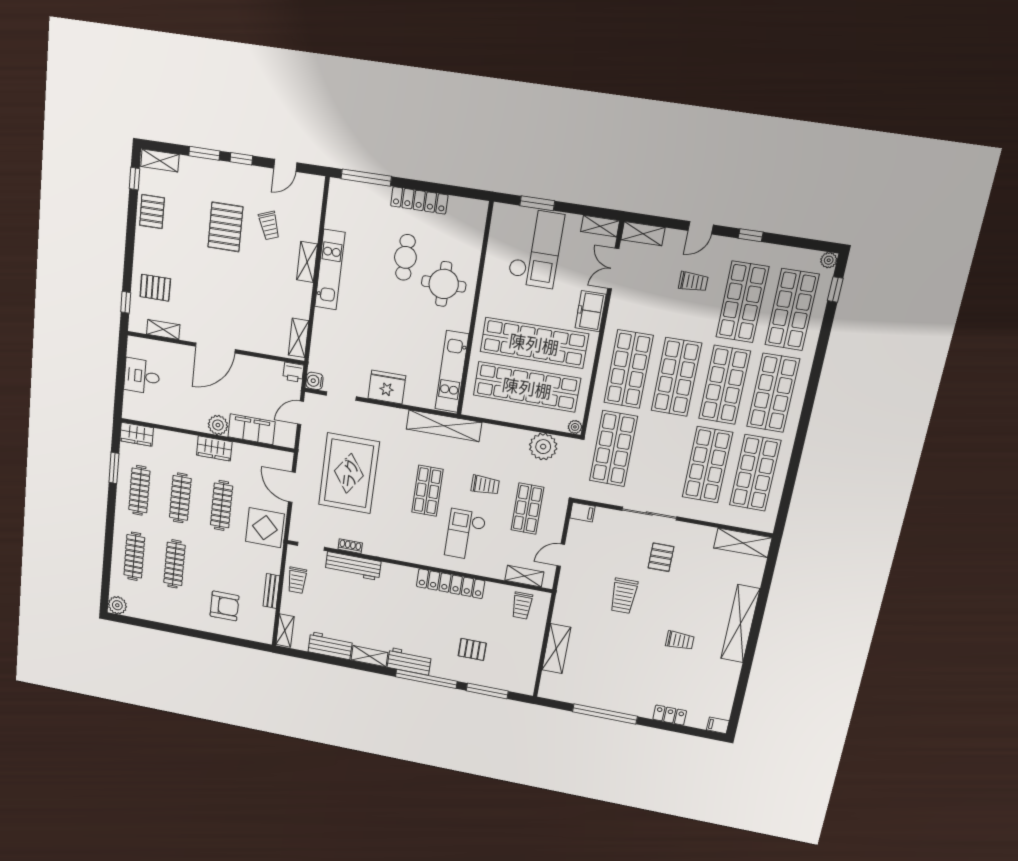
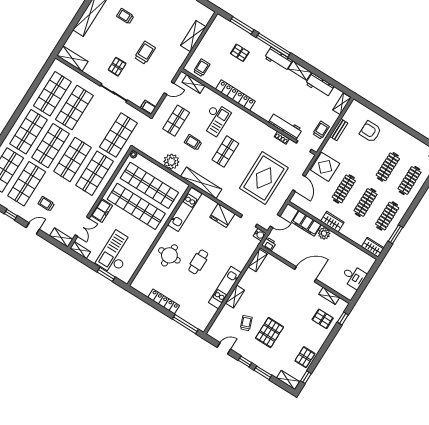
cafe table: (405, 257) -> (198, 262), moved
plant: (543, 447) -> (171, 162), moved

